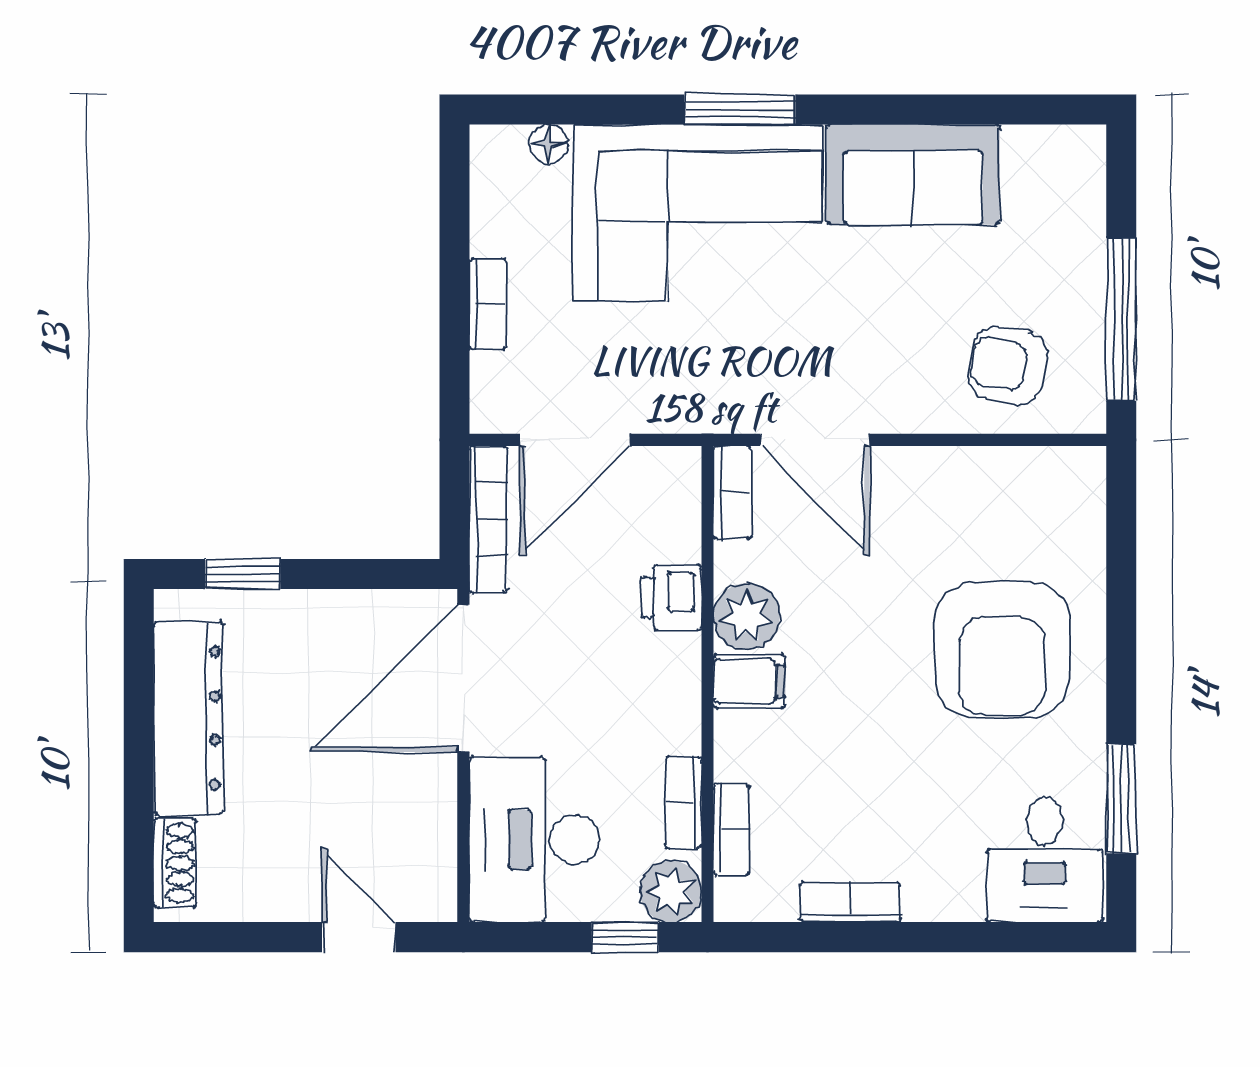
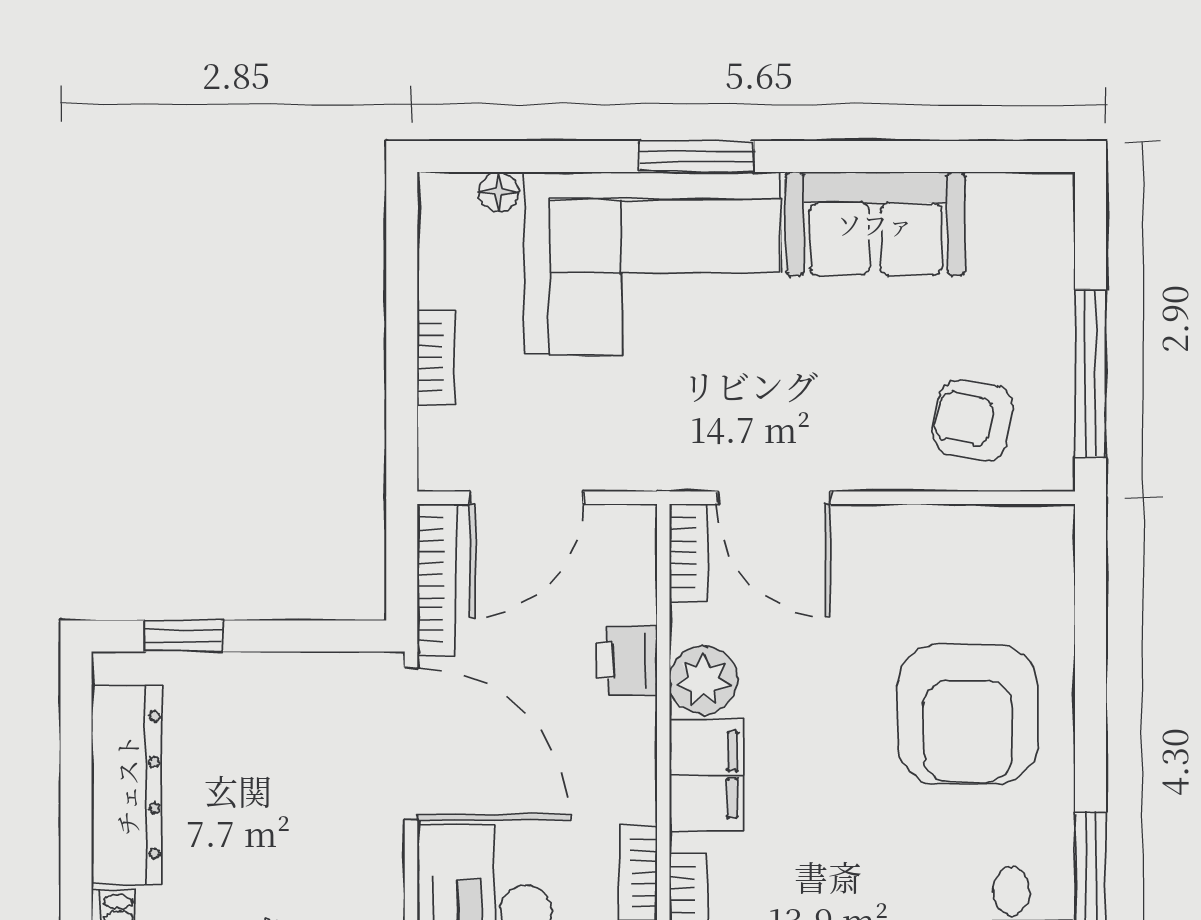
door: (463, 678) -> (411, 744), swing flipped
filing cabinet: (749, 681) -> (706, 775), width x2.00

